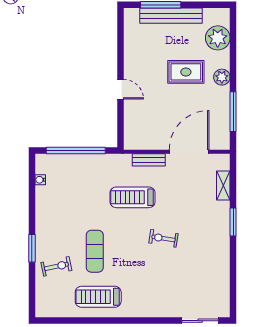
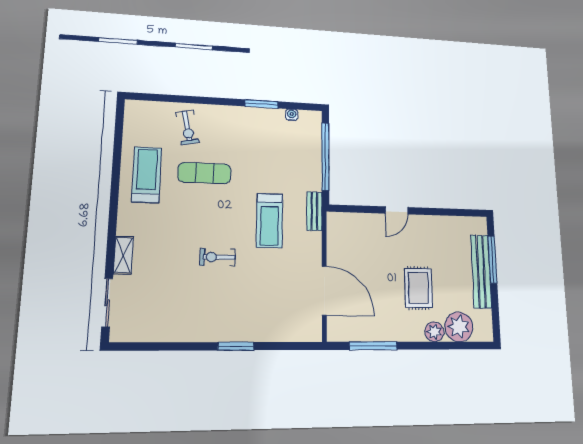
plant: (222, 77) -> (434, 332), moved
bench: (149, 160) -> (314, 211), moved
shelving: (223, 185) -> (123, 255), moved, turned 90
treadmill: (133, 197) -> (269, 221), turned 180
exercise bike: (163, 238) -> (218, 257), turned -99
window: (32, 248) -> (262, 104), moved

